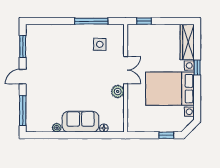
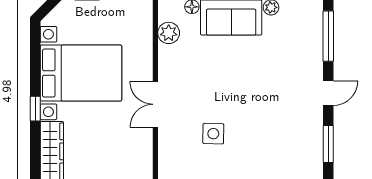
side table: (100, 44) -> (213, 134), moved
plant: (118, 92) -> (169, 33), moved

